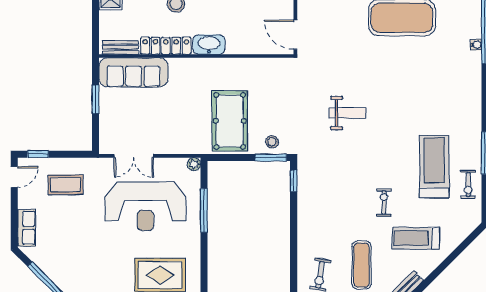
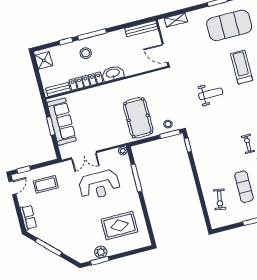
sofa: (134, 72) -> (62, 122), moved, turned -90
treadmill: (404, 85) -> (242, 67), added
reception desk: (145, 206) -> (99, 185), width x0.74, depth x0.77

